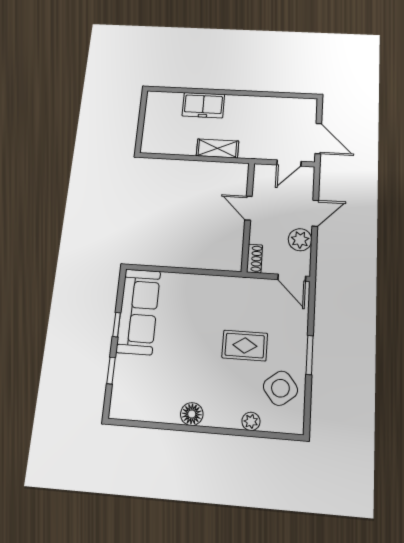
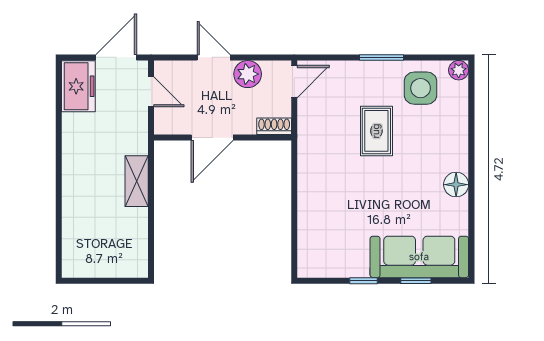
freezer: (203, 105) -> (78, 86), moved
door: (248, 208) -> (212, 138), width x1.38
sofa: (138, 311) -> (419, 257), moved
side table: (280, 388) -> (421, 88), turned 38
plant: (251, 421) -> (459, 70), moved

